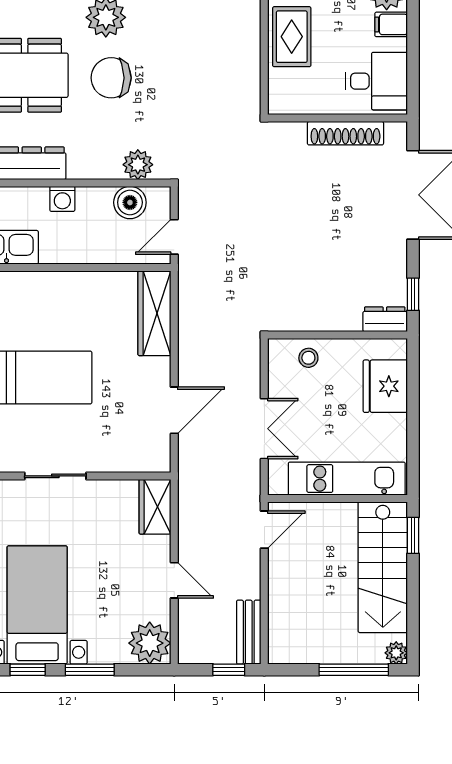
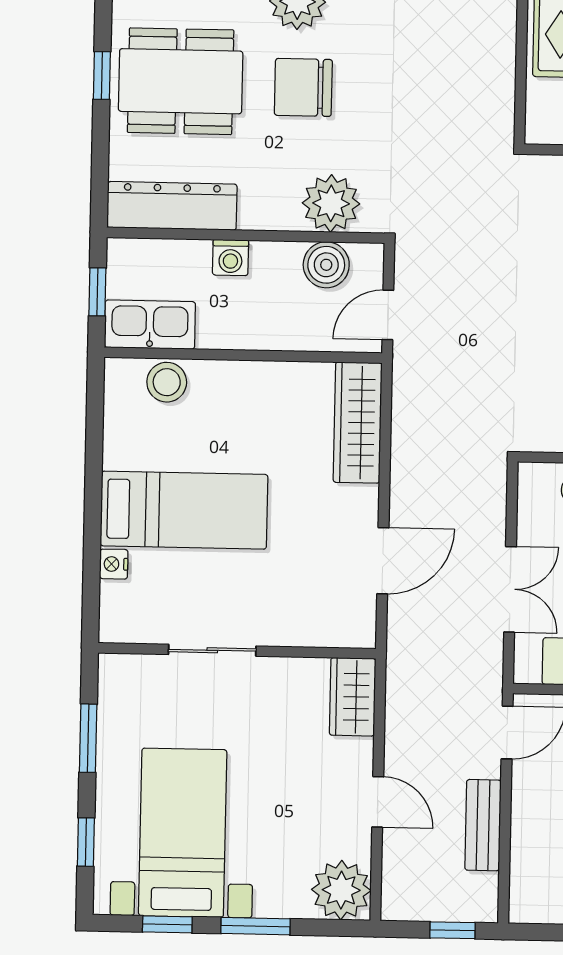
plant: (138, 165) -> (331, 203), width x1.36, depth x1.36
stool: (19, 288) -> (167, 382), added
bench: (249, 632) -> (483, 825), moved

